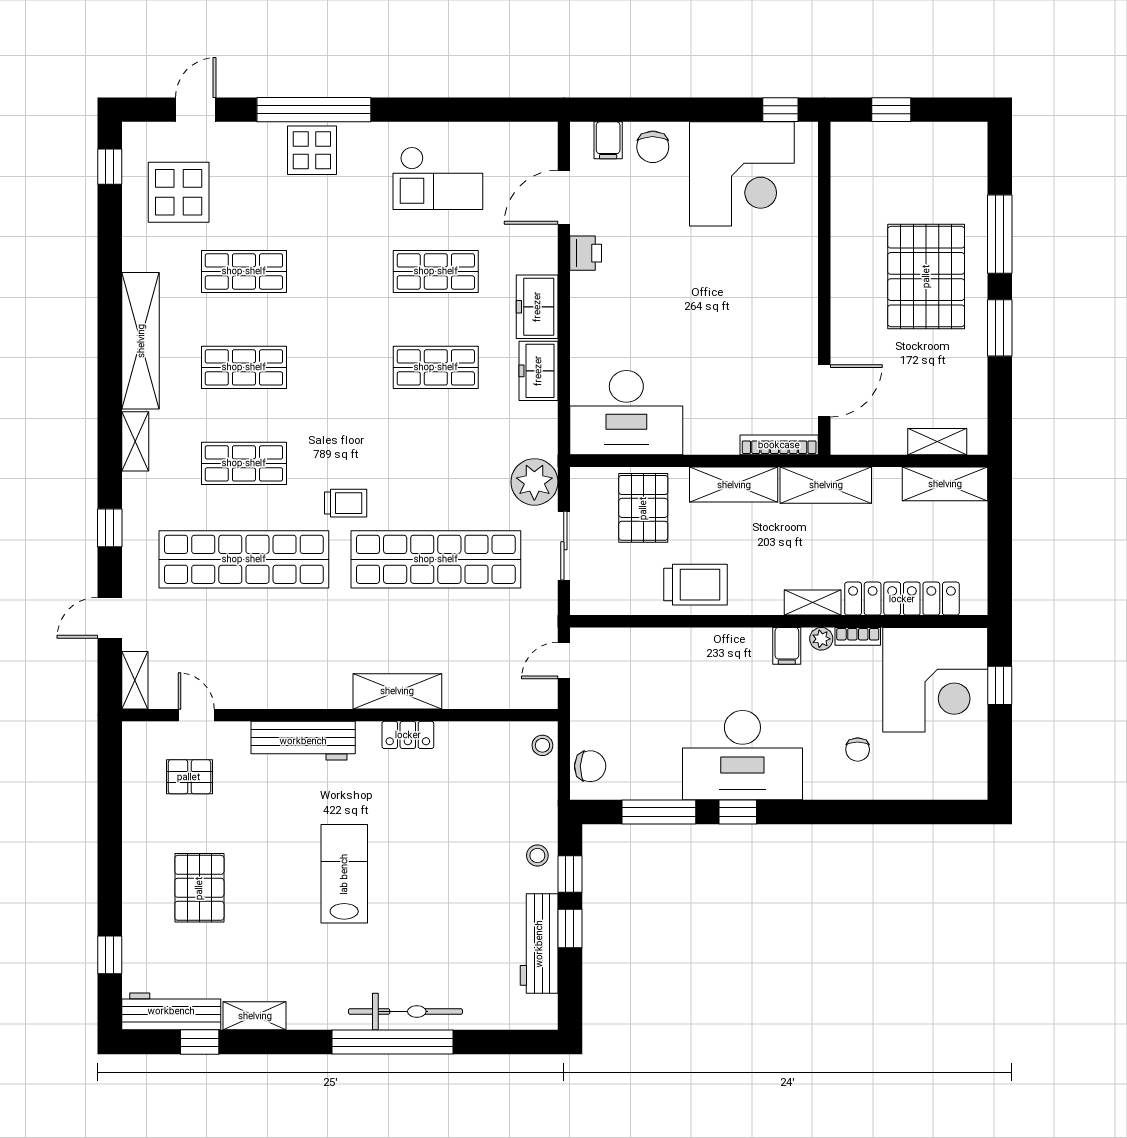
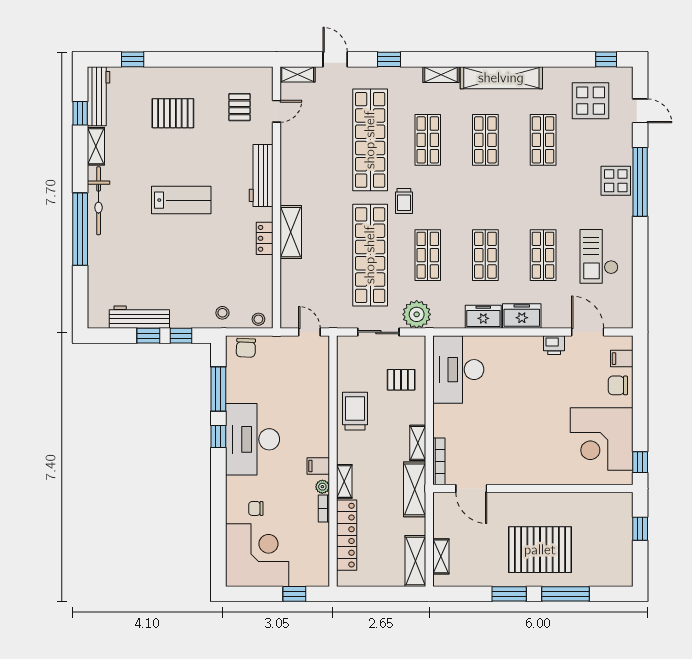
shop shelf: (436, 463) -> (428, 255), added
shelving: (734, 485) -> (418, 443), width x0.67, depth x0.75
pallet: (643, 508) -> (401, 380), width x0.67, depth x0.71
trolley: (696, 585) -> (355, 411), turned 180
corner desk: (935, 680) -> (257, 555), moved, turned 180
stool: (537, 856) -> (222, 313), moved
bicycle: (405, 1012) -> (99, 201), moved

